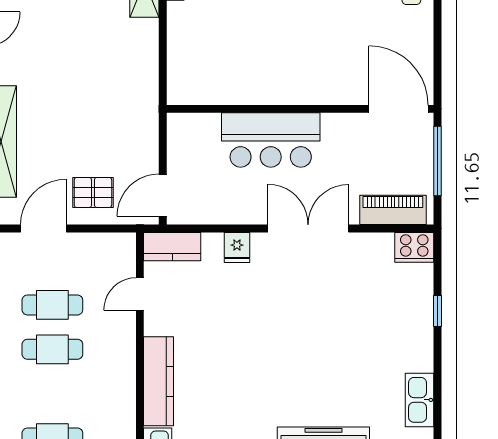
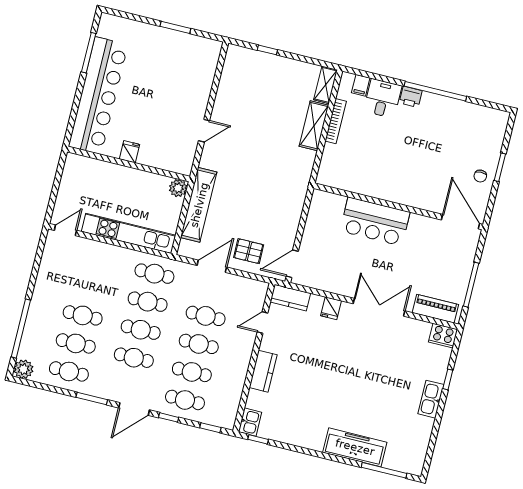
wall: (300, 109) -> (398, 206), moved
door: (399, 109) -> (461, 222), moved
bar counter: (271, 140) -> (375, 222), moved
kitchen counter: (159, 381) -> (263, 371), width x0.67
cafe table: (52, 394) -> (192, 372), added
kitchen sink: (419, 400) -> (431, 399), moved

